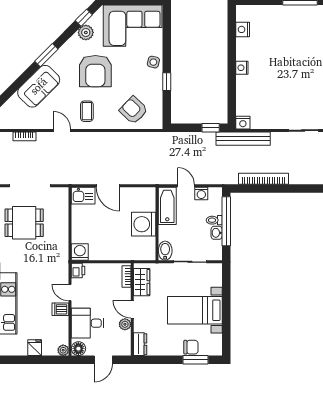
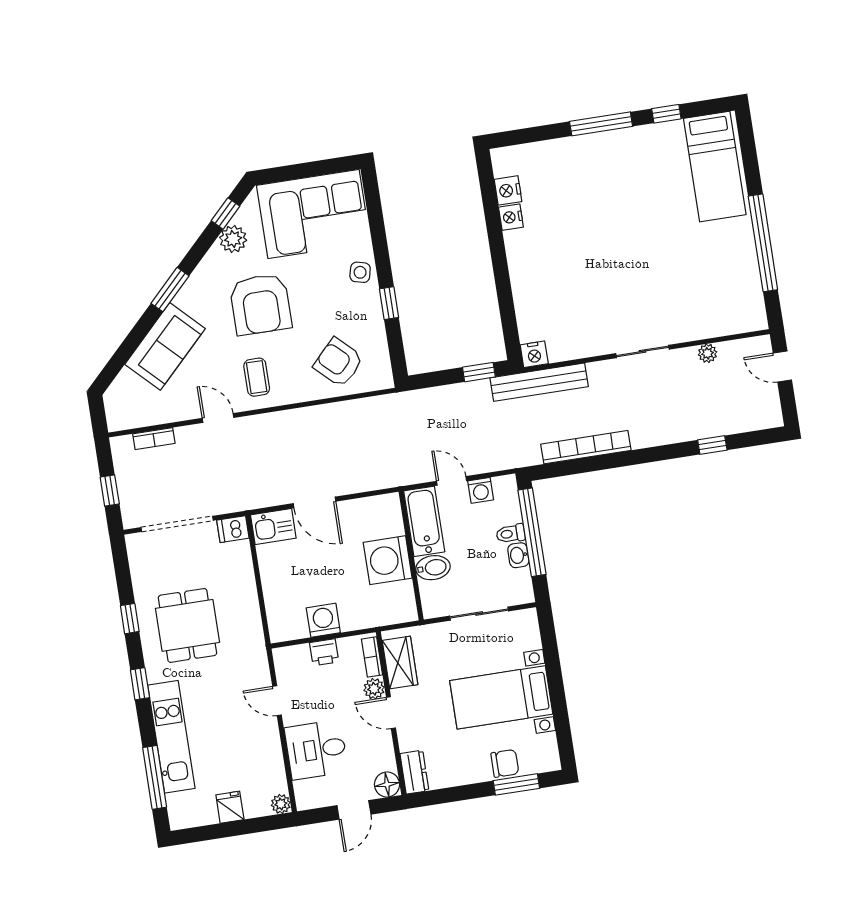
nightstand: (242, 68) -> (511, 217), moved
dining table: (24, 223) -> (187, 625), moved, turned 90
bidet: (165, 251) -> (433, 568), moved, turned 90
washing machine: (80, 252) -> (323, 620), moved
printer: (78, 270) -> (324, 652), moved, turned 90
dishwasher: (60, 309) -> (233, 529), moved
plant: (125, 324) -> (374, 689), moved
floor lamp: (78, 349) -> (387, 785), moved

